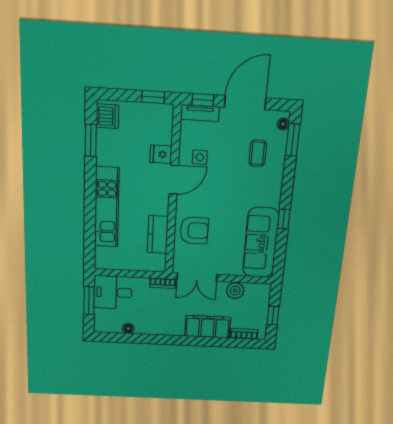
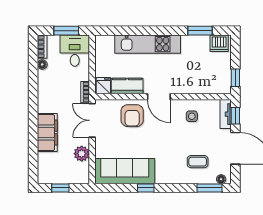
fridge: (161, 154) -> (103, 86), moved
door: (174, 180) -> (159, 97), moved
bookcase: (244, 334) -> (42, 47), moved

